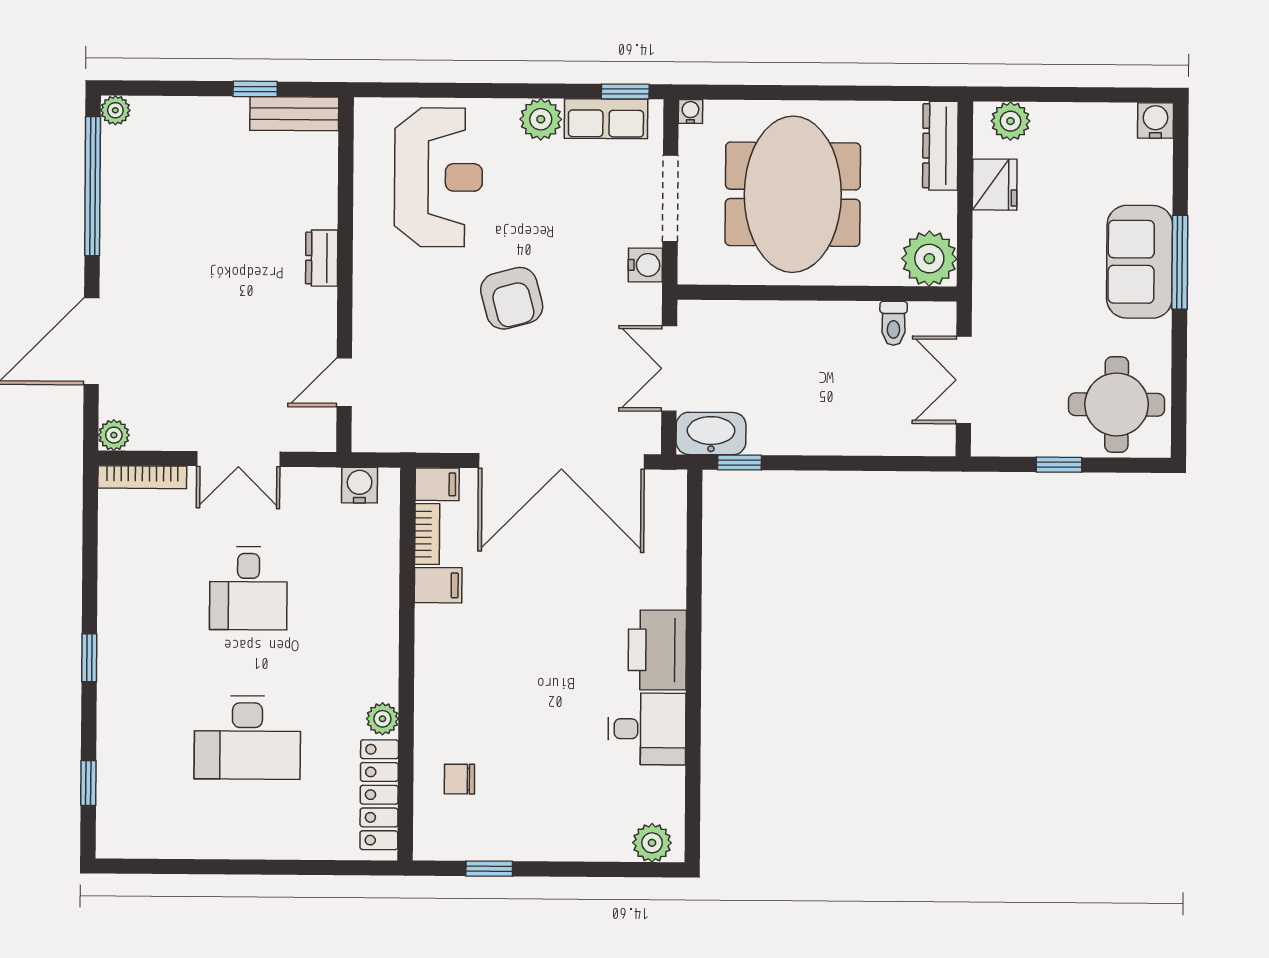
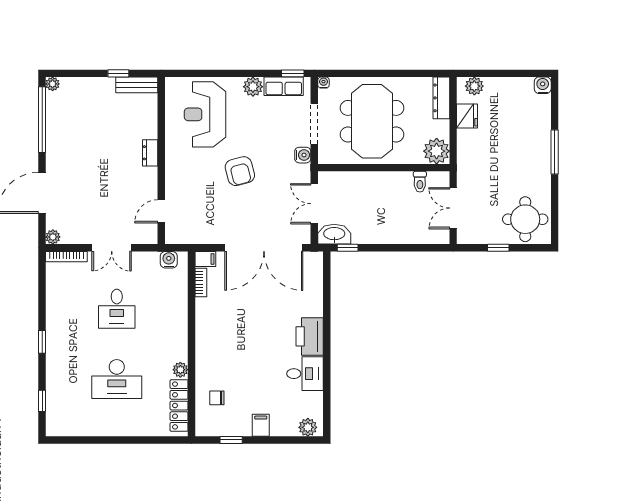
reception desk: (438, 177) -> (205, 114), turned 180
sofa: (1140, 262) -> (536, 152), removed
filing cabinet: (438, 585) -> (261, 425), moved, turned -90

